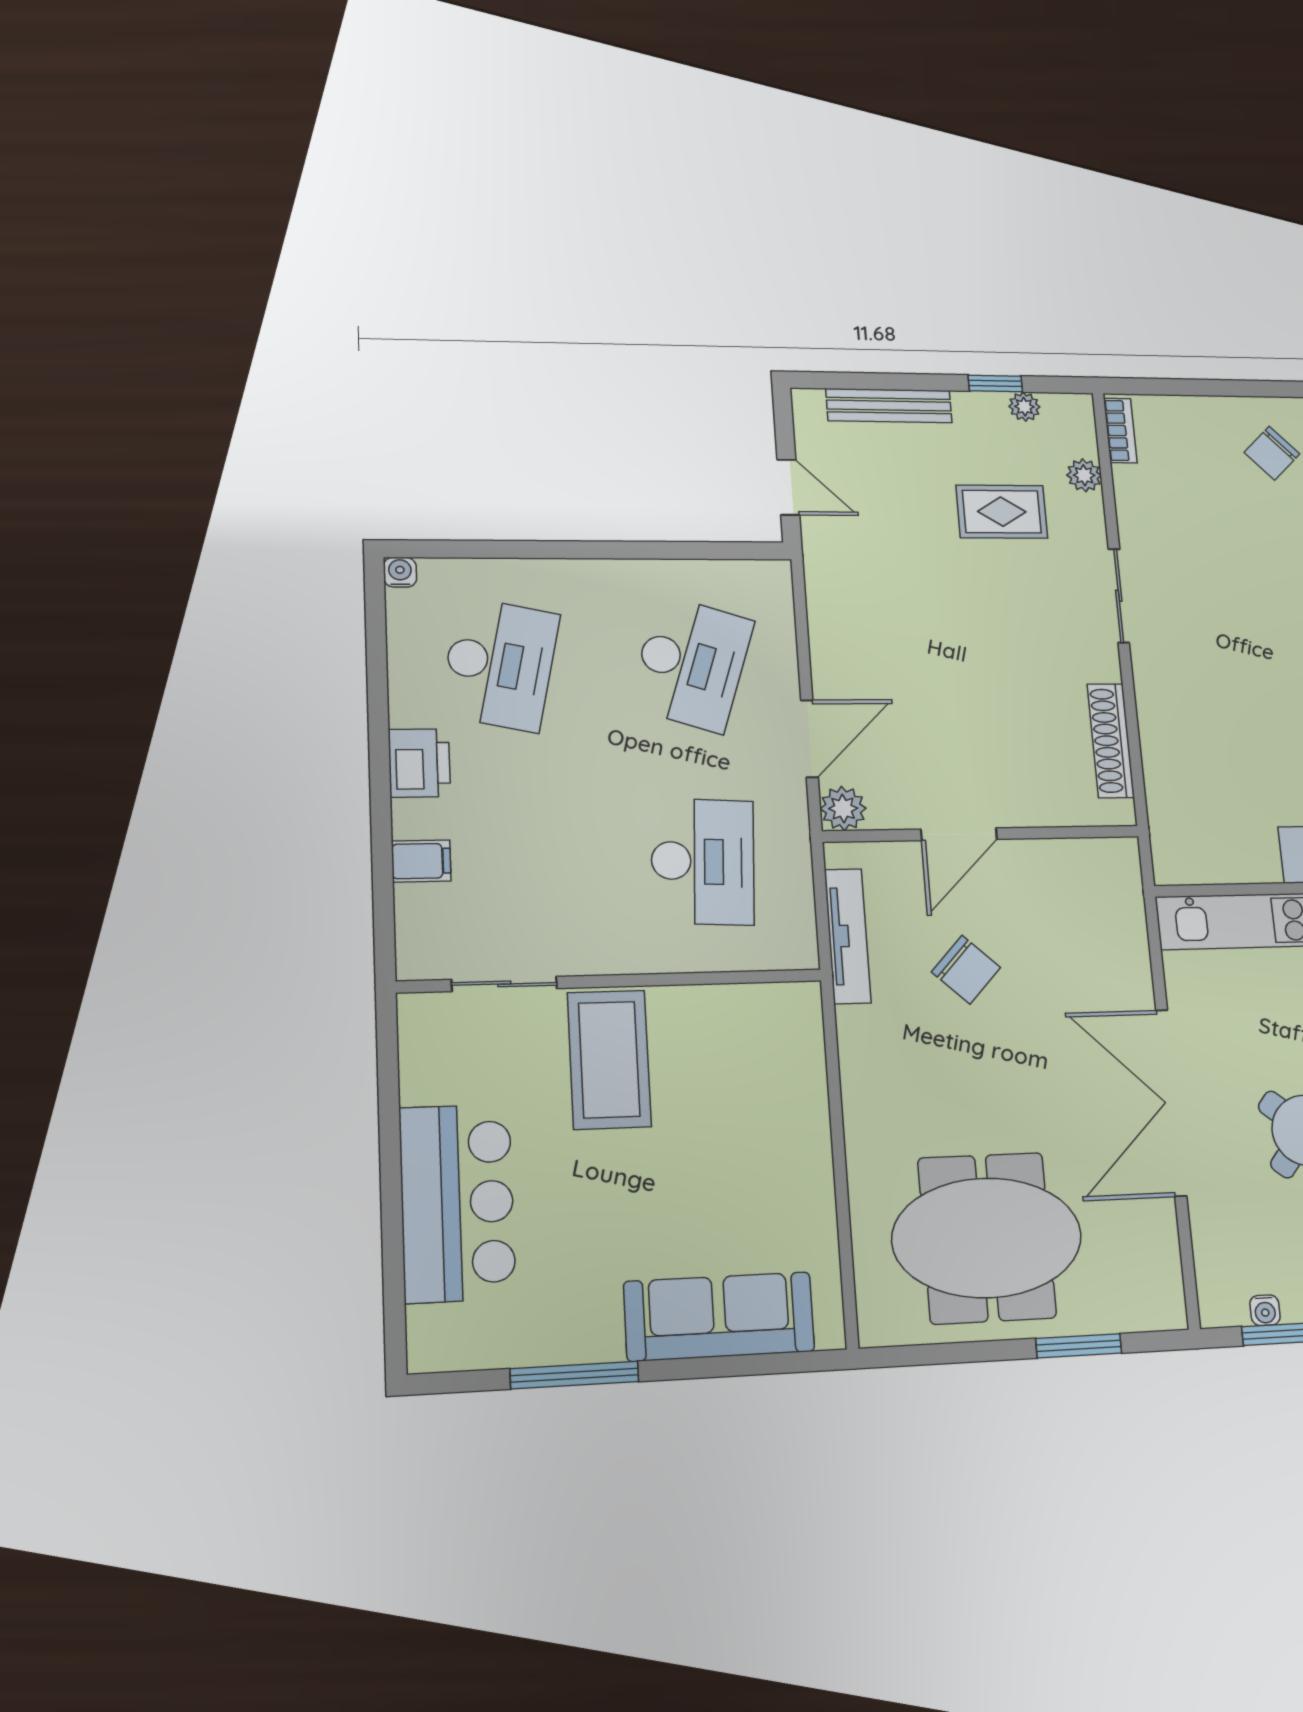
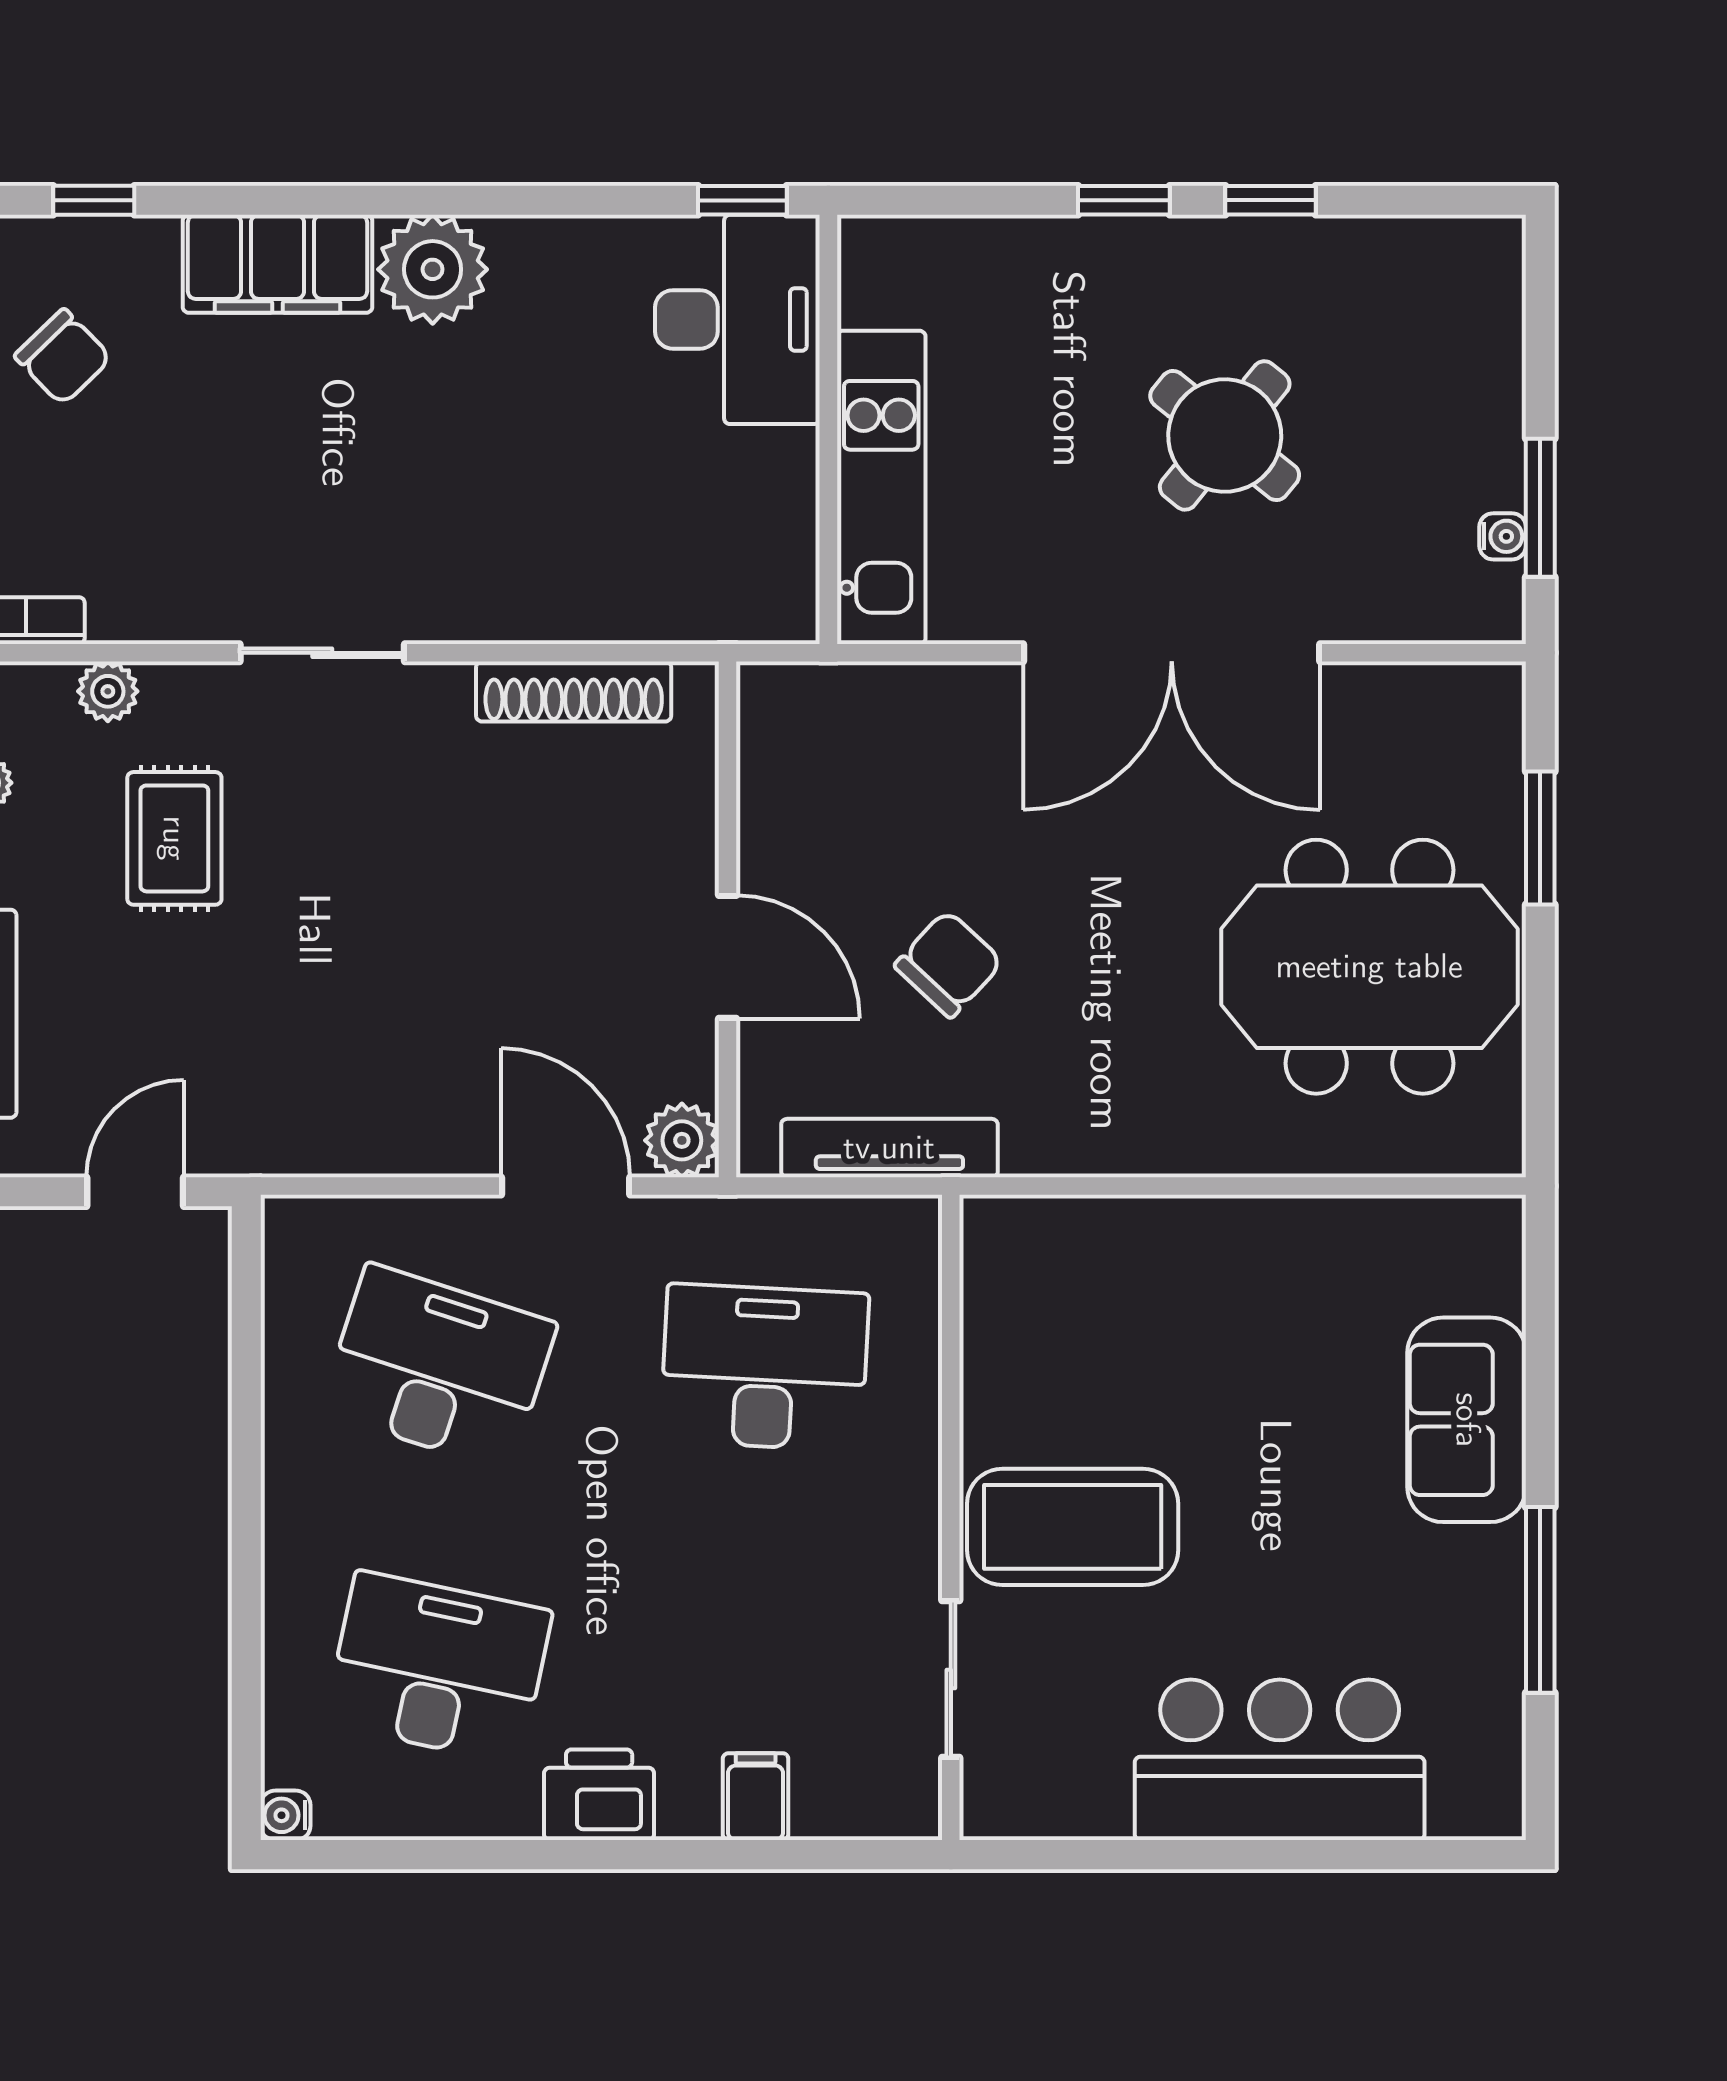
meeting table: (987, 1238) -> (1369, 967), turned 90
sofa: (719, 1316) -> (1467, 1420), width x0.73

